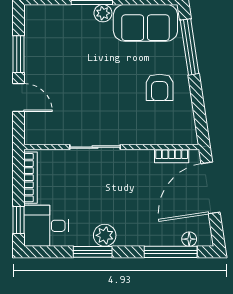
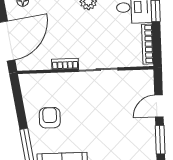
door: (19, 98) -> (159, 106), hinge flipped
bookcase: (172, 156) -> (65, 64), moved

